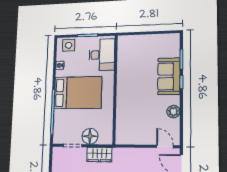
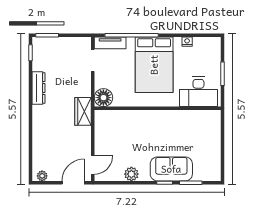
side table: (69, 45) -> (211, 51), removed
tv unit: (58, 130) -> (110, 43), added
floor lamp: (90, 136) -> (103, 98), moved
wardrobe: (99, 154) -> (83, 111), moved

